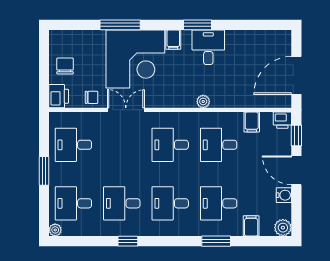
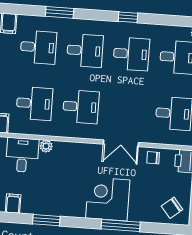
filing cabinet: (173, 40) -> (13, 203), moved
desk: (208, 47) -> (22, 155), moved, turned 180
corner desk: (135, 59) -> (108, 199), width x0.74, depth x0.74
chair: (65, 66) -> (172, 208), moved, turned 51
window: (216, 241) -> (60, 12), moved

